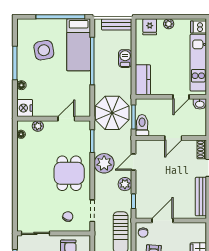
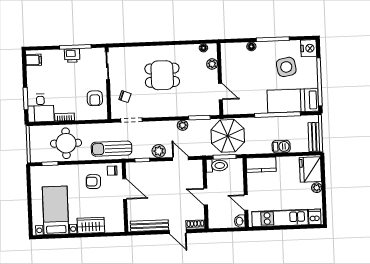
fridge: (150, 27) -> (310, 169), width x1.88, depth x1.34
nightstand: (25, 108) -> (309, 48), moved, turned 90
plant: (104, 163) -> (183, 125), width x0.53, depth x0.53
dining table: (69, 173) -> (162, 75), moved

